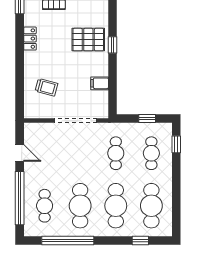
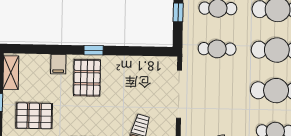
filing cabinet: (100, 83) -> (58, 64), moved

